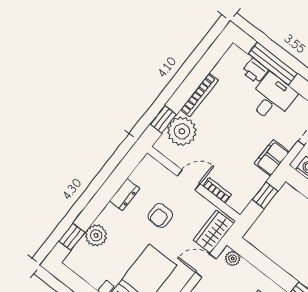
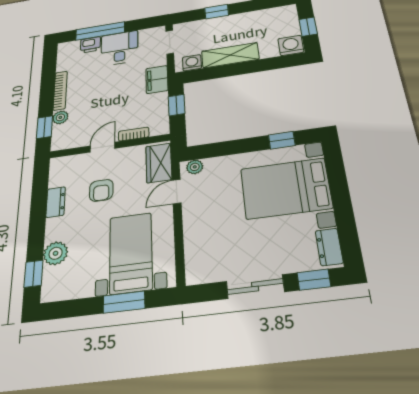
plant: (182, 131) -> (60, 117), width x0.53, depth x0.53

